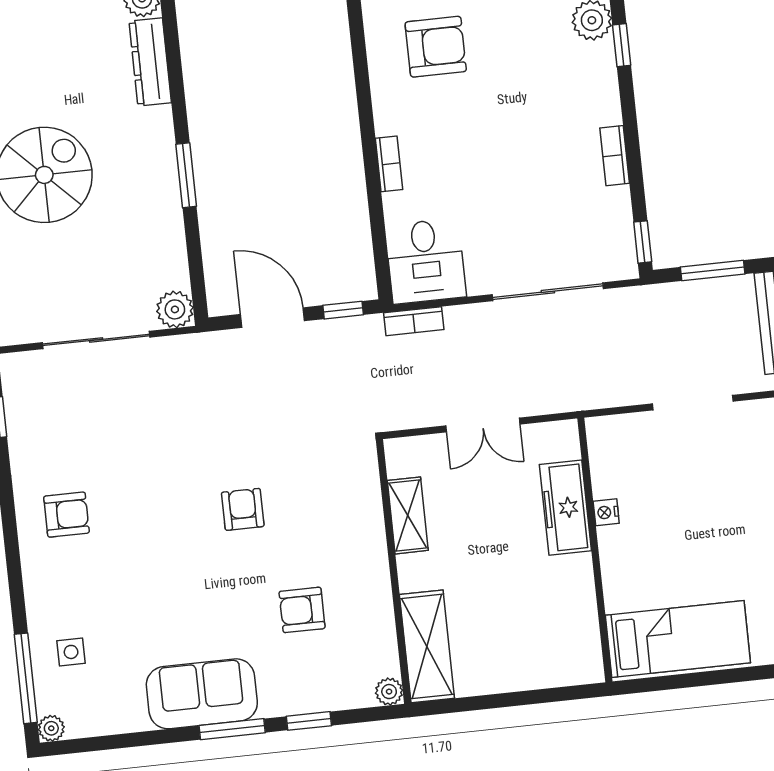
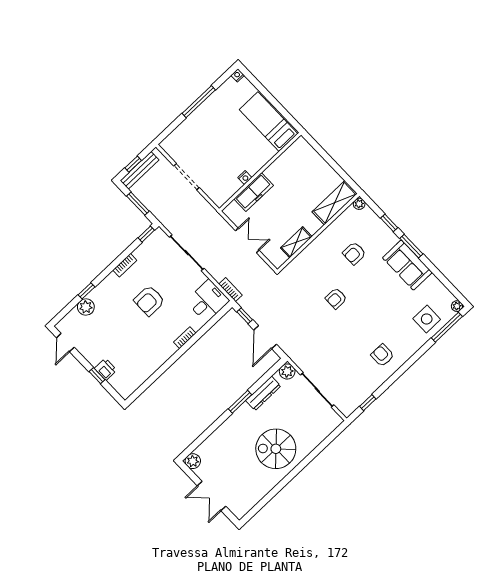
armchair: (436, 47) -> (149, 301), moved, turned -90
dresser: (150, 62) -> (263, 393), moved
armchair: (302, 610) -> (354, 253), turned 90
side table: (71, 652) -> (427, 319), width x1.87, depth x1.87

